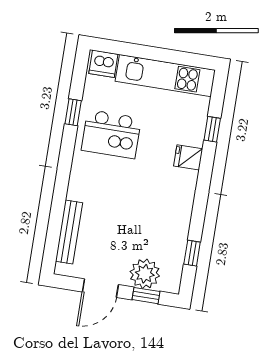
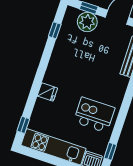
window: (73, 112) -> (110, 151), moved
window: (212, 129) -> (23, 125), moved

